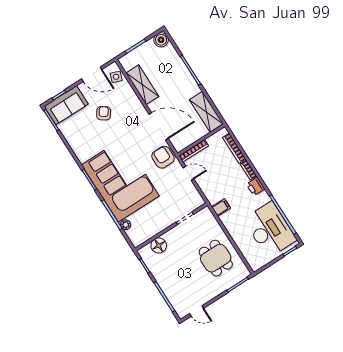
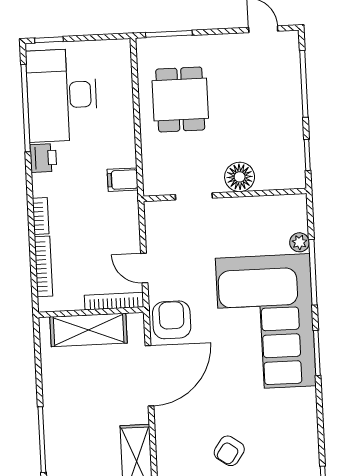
shelving: (206, 112) -> (89, 330), moved, turned 90
door: (159, 126) -> (150, 376), swing flipped
armchair: (163, 157) -> (172, 320), turned 180
printer: (256, 187) -> (43, 158), moved
floor lamp: (159, 245) -> (240, 177), moved

